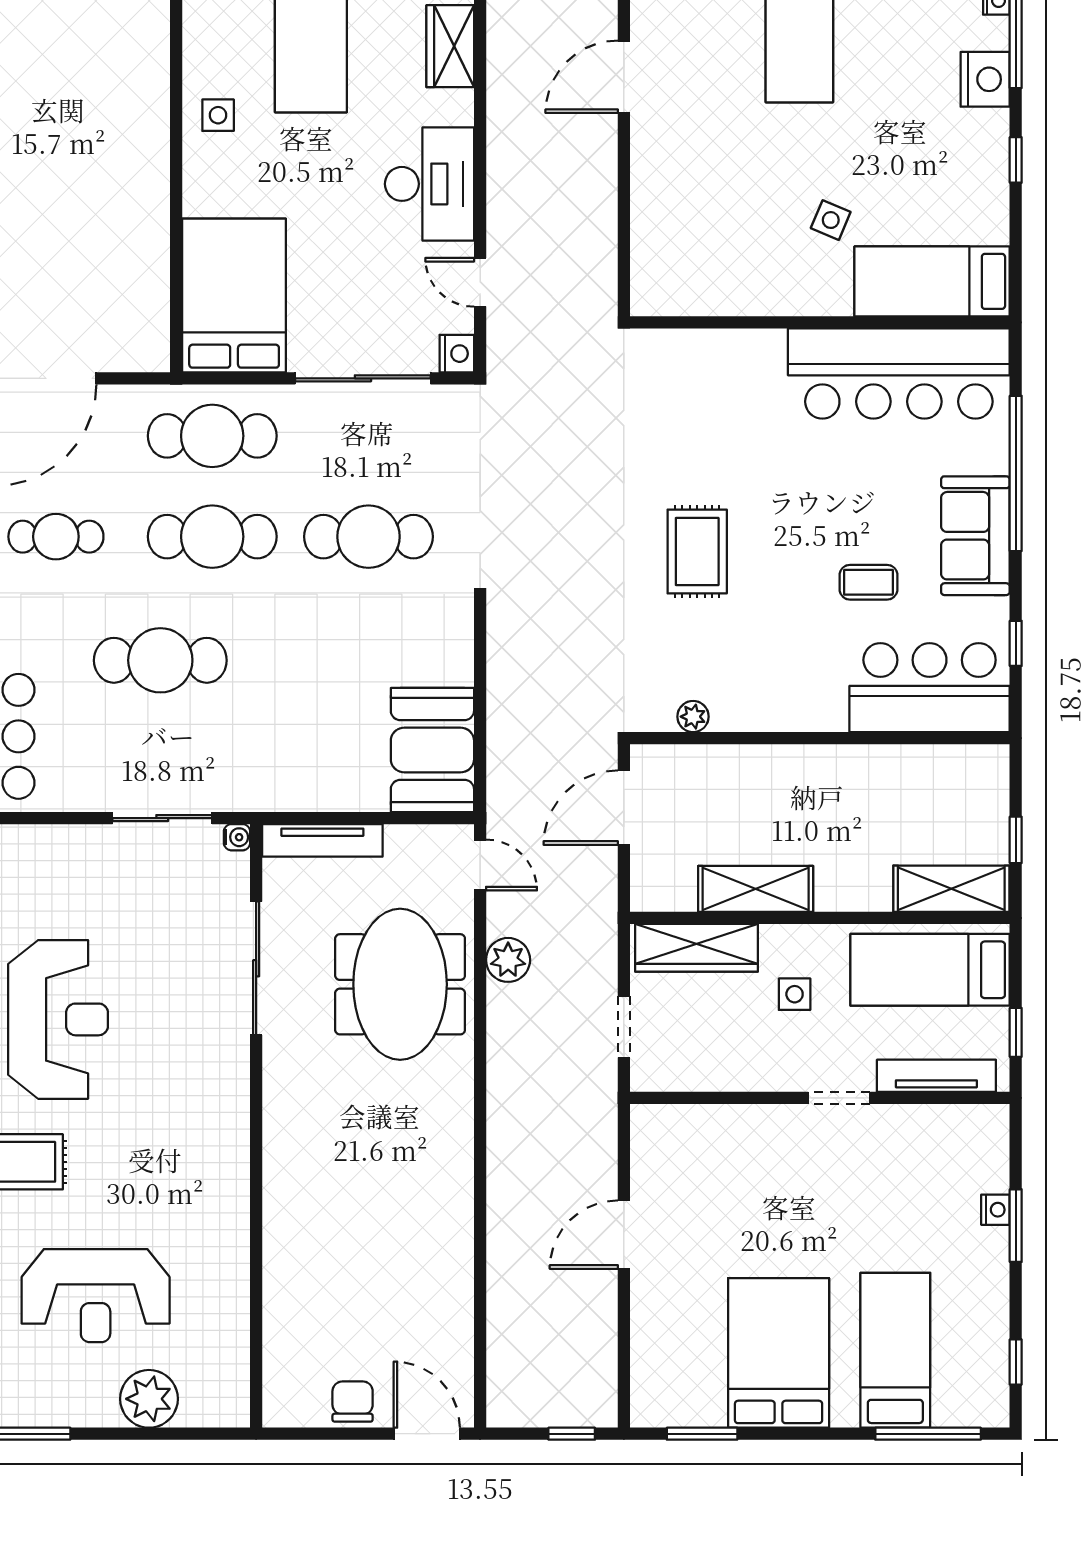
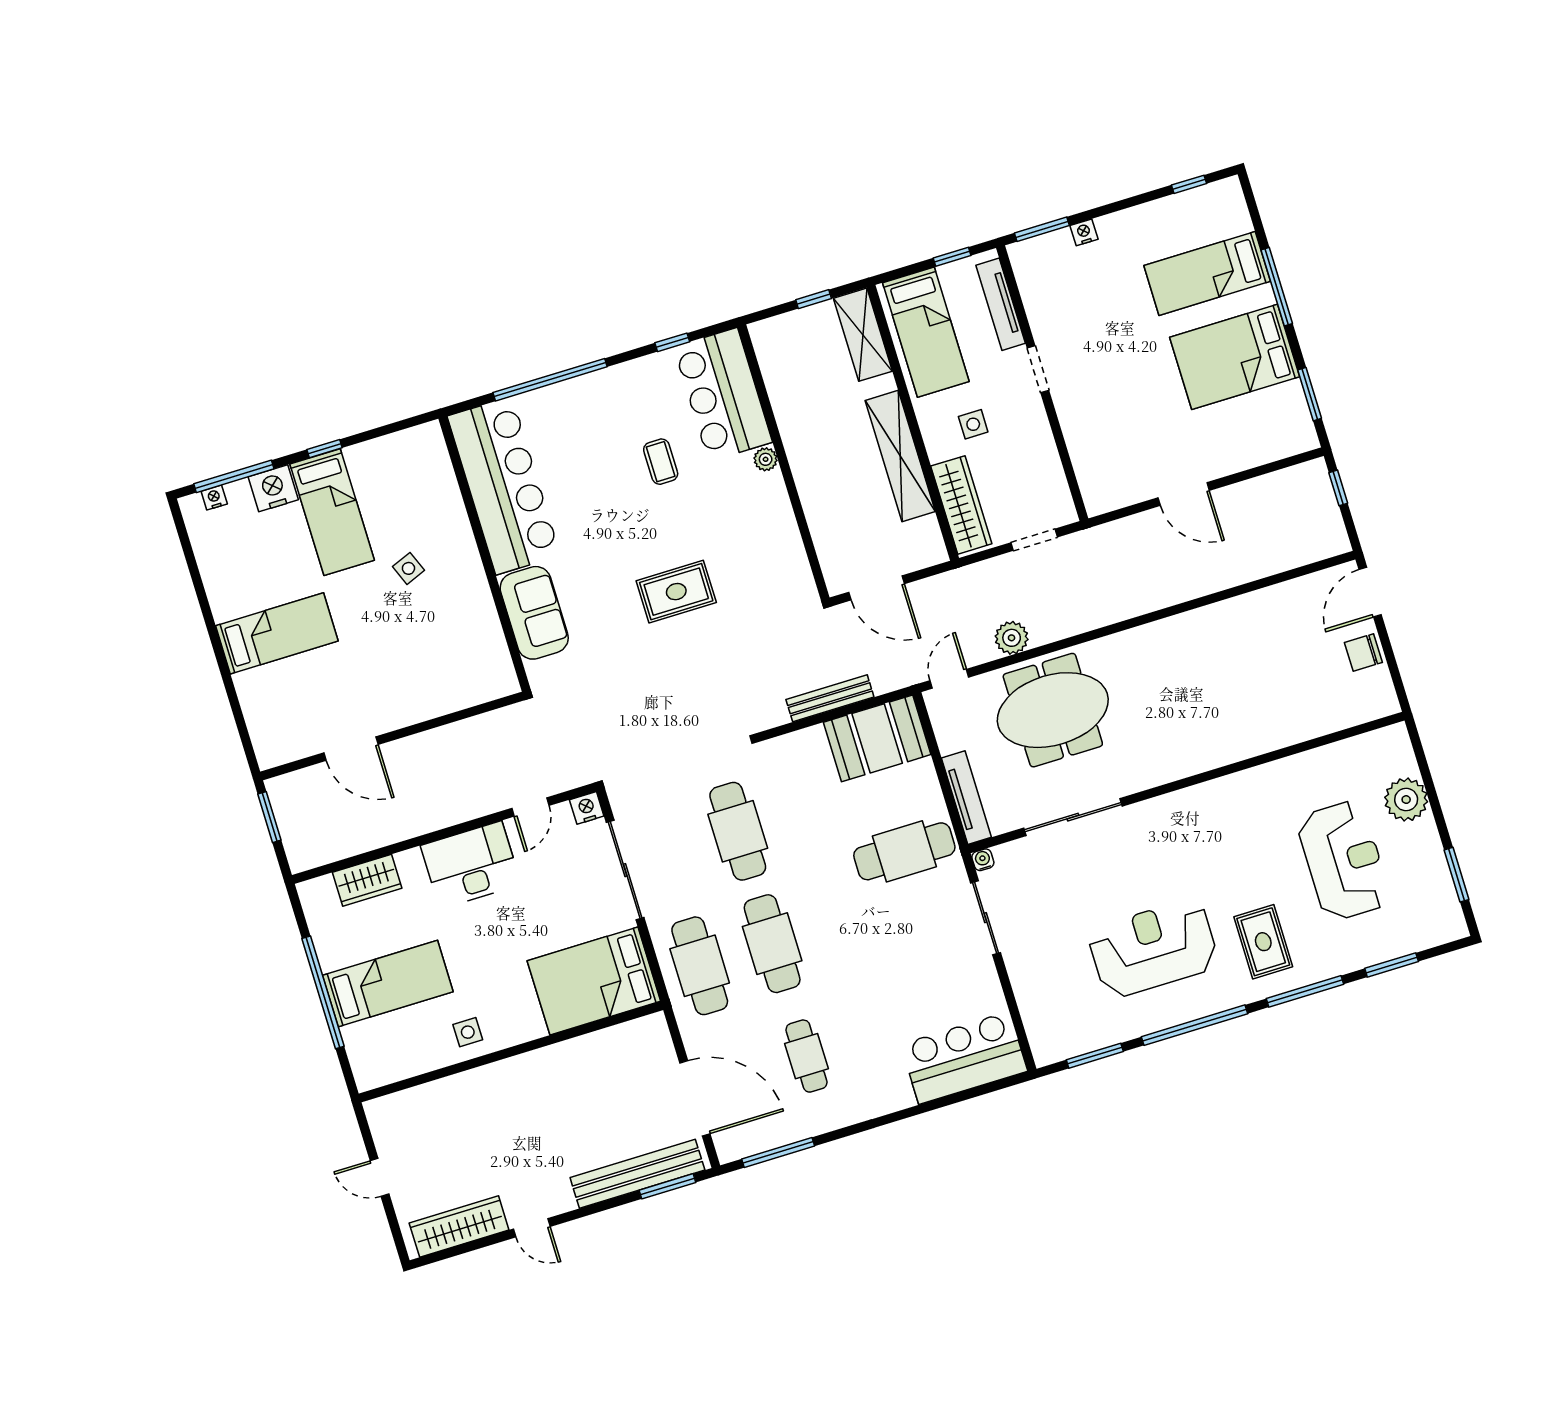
side table: (831, 220) -> (408, 568), turned 45
bed: (932, 281) -> (332, 512), moved
sofa: (975, 536) -> (534, 613), moved, turned -90
cafe table: (160, 660) -> (904, 851), moved, turned 90
bench: (502, 706) -> (830, 698), added
plant: (693, 717) -> (766, 459), moved
shelving: (756, 889) -> (900, 456), width x1.47
window: (1016, 1226) -> (1042, 229), moved
window: (928, 1434) -> (1277, 287), moved

